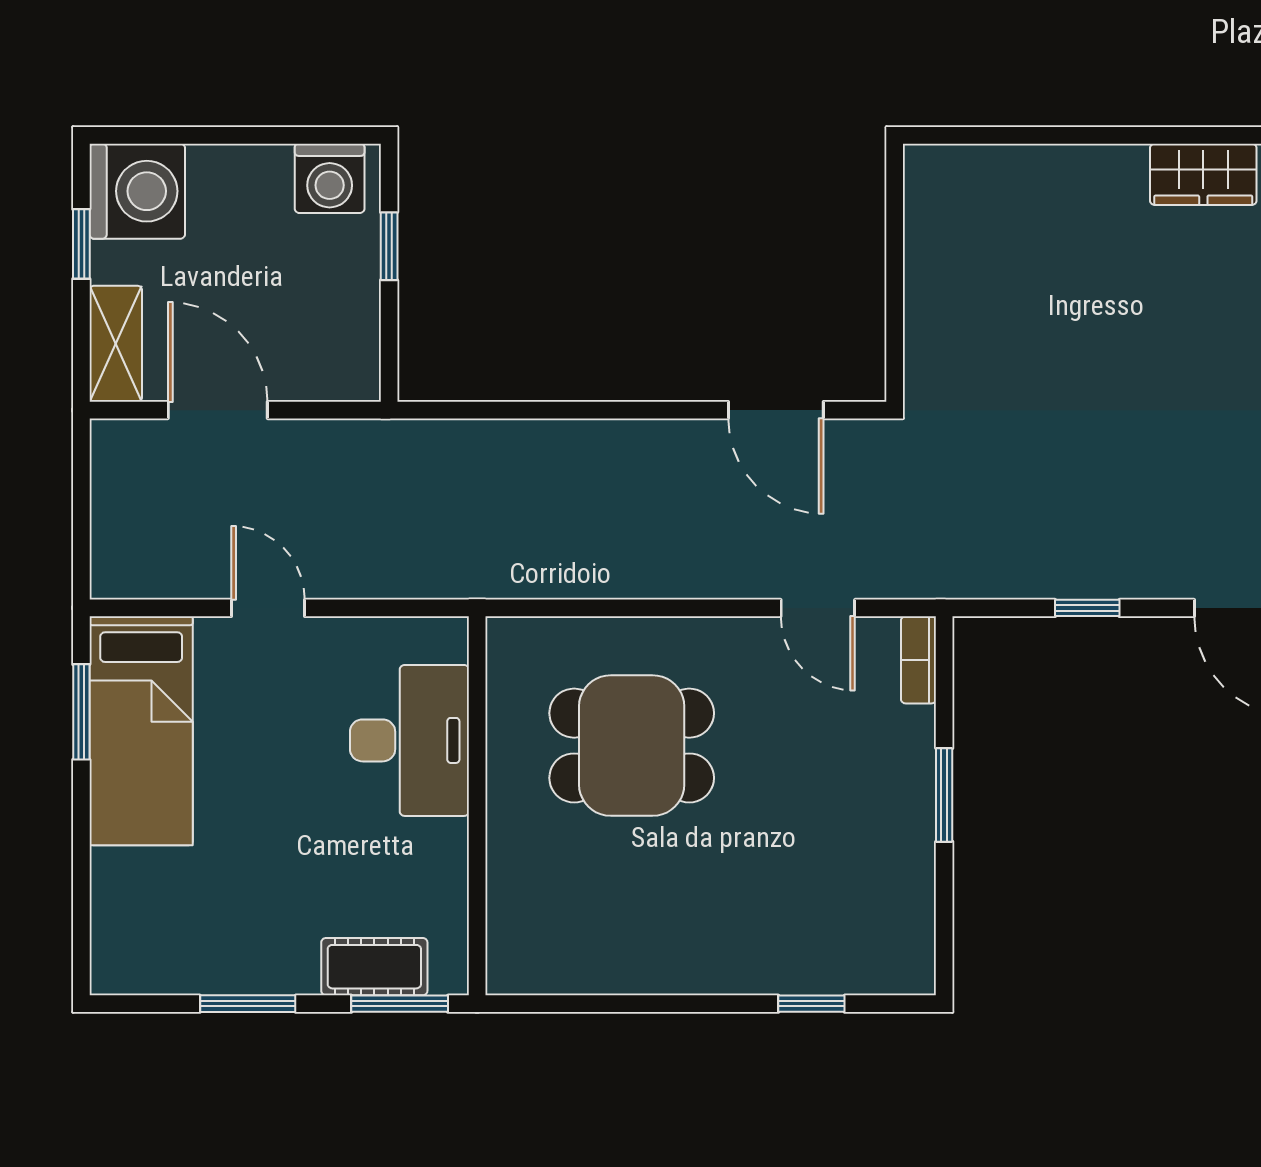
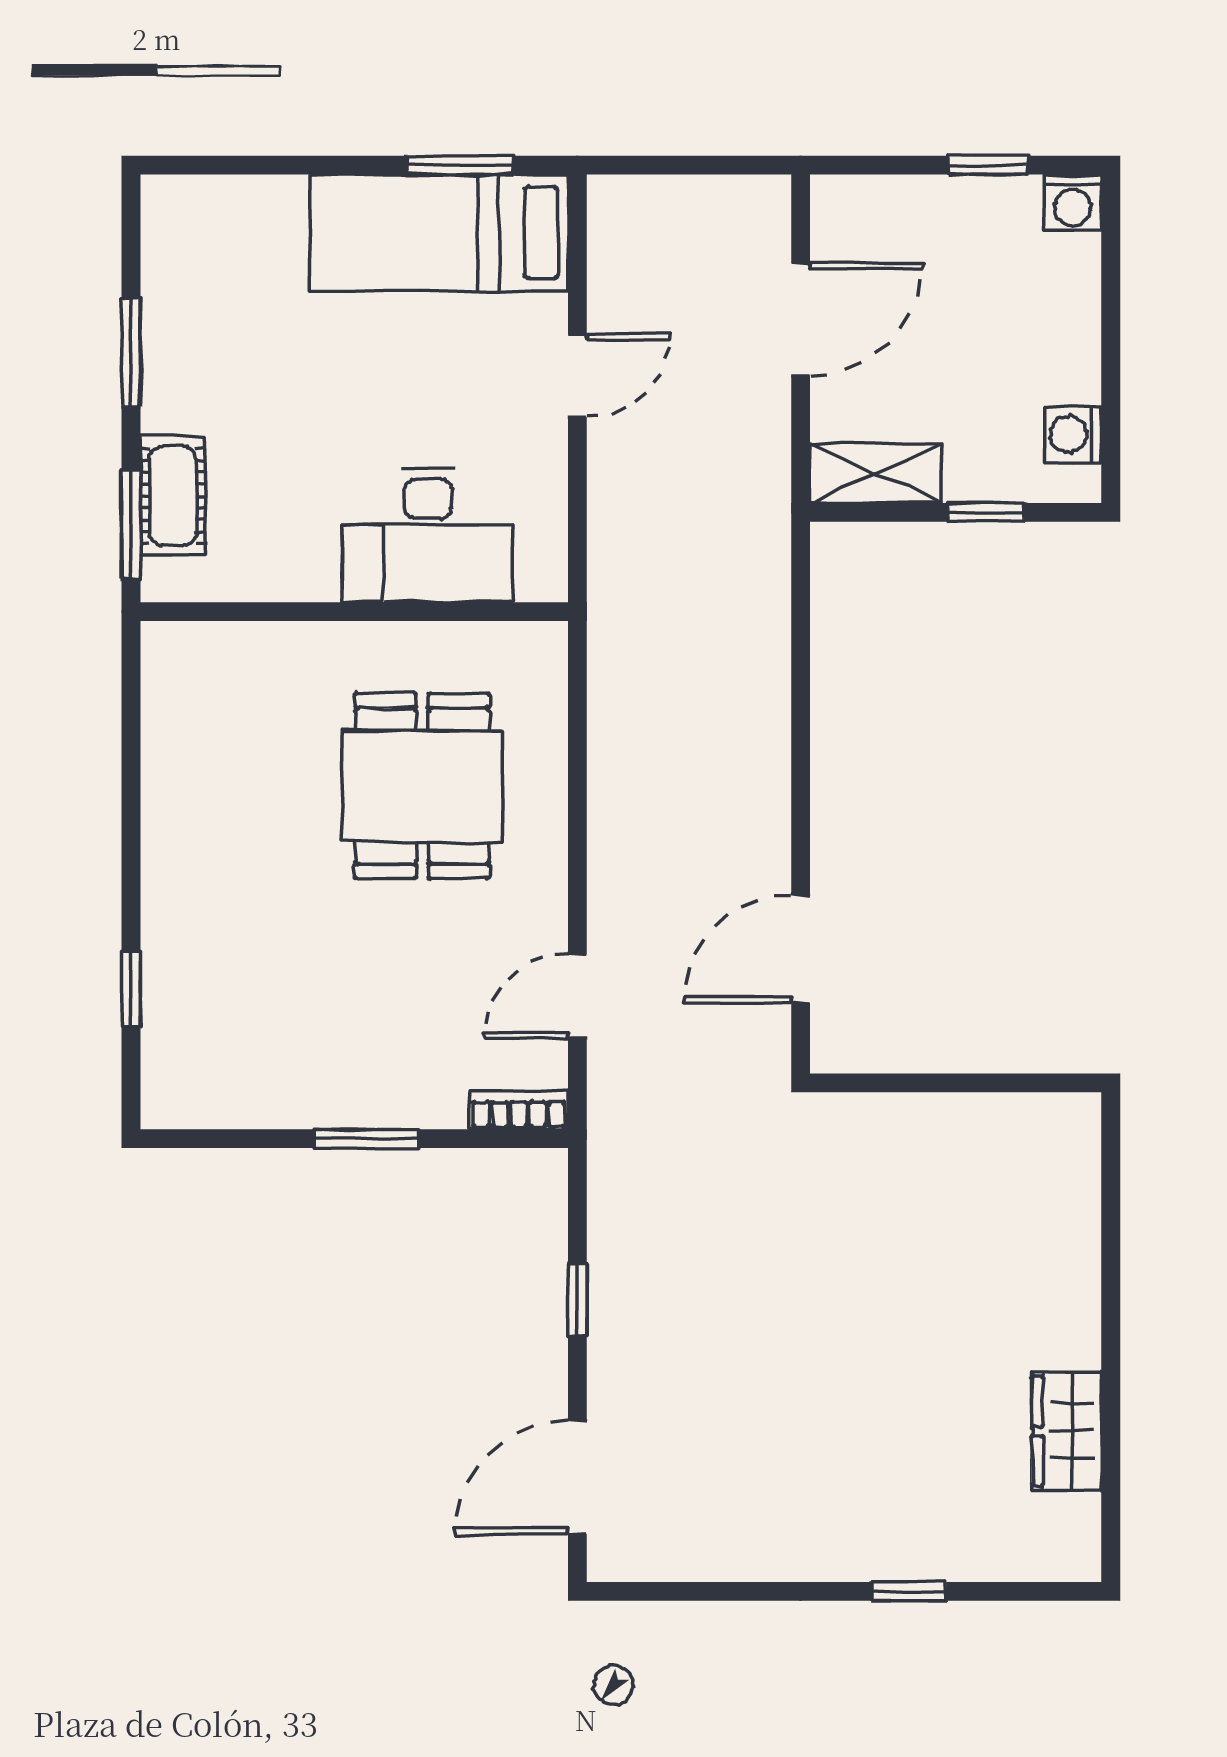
washing machine: (330, 178) -> (1073, 435), width x0.73, depth x0.73
washing machine: (137, 191) -> (1073, 203), width x0.53, depth x0.53
shelving: (116, 344) -> (876, 474), moved

